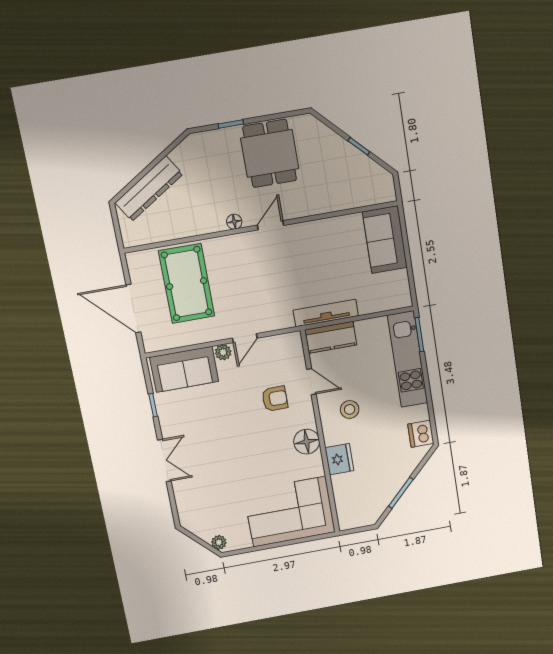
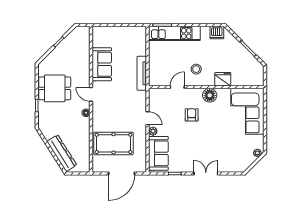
sofa: (385, 240) -> (102, 64), moved, turned -90
kitchen counter: (331, 337) -> (155, 73), removed
armchair: (275, 399) -> (192, 115), moved

